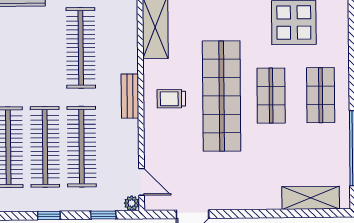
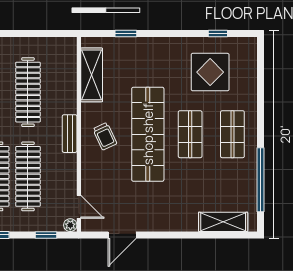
trolley: (171, 99) -> (105, 136), turned -115

